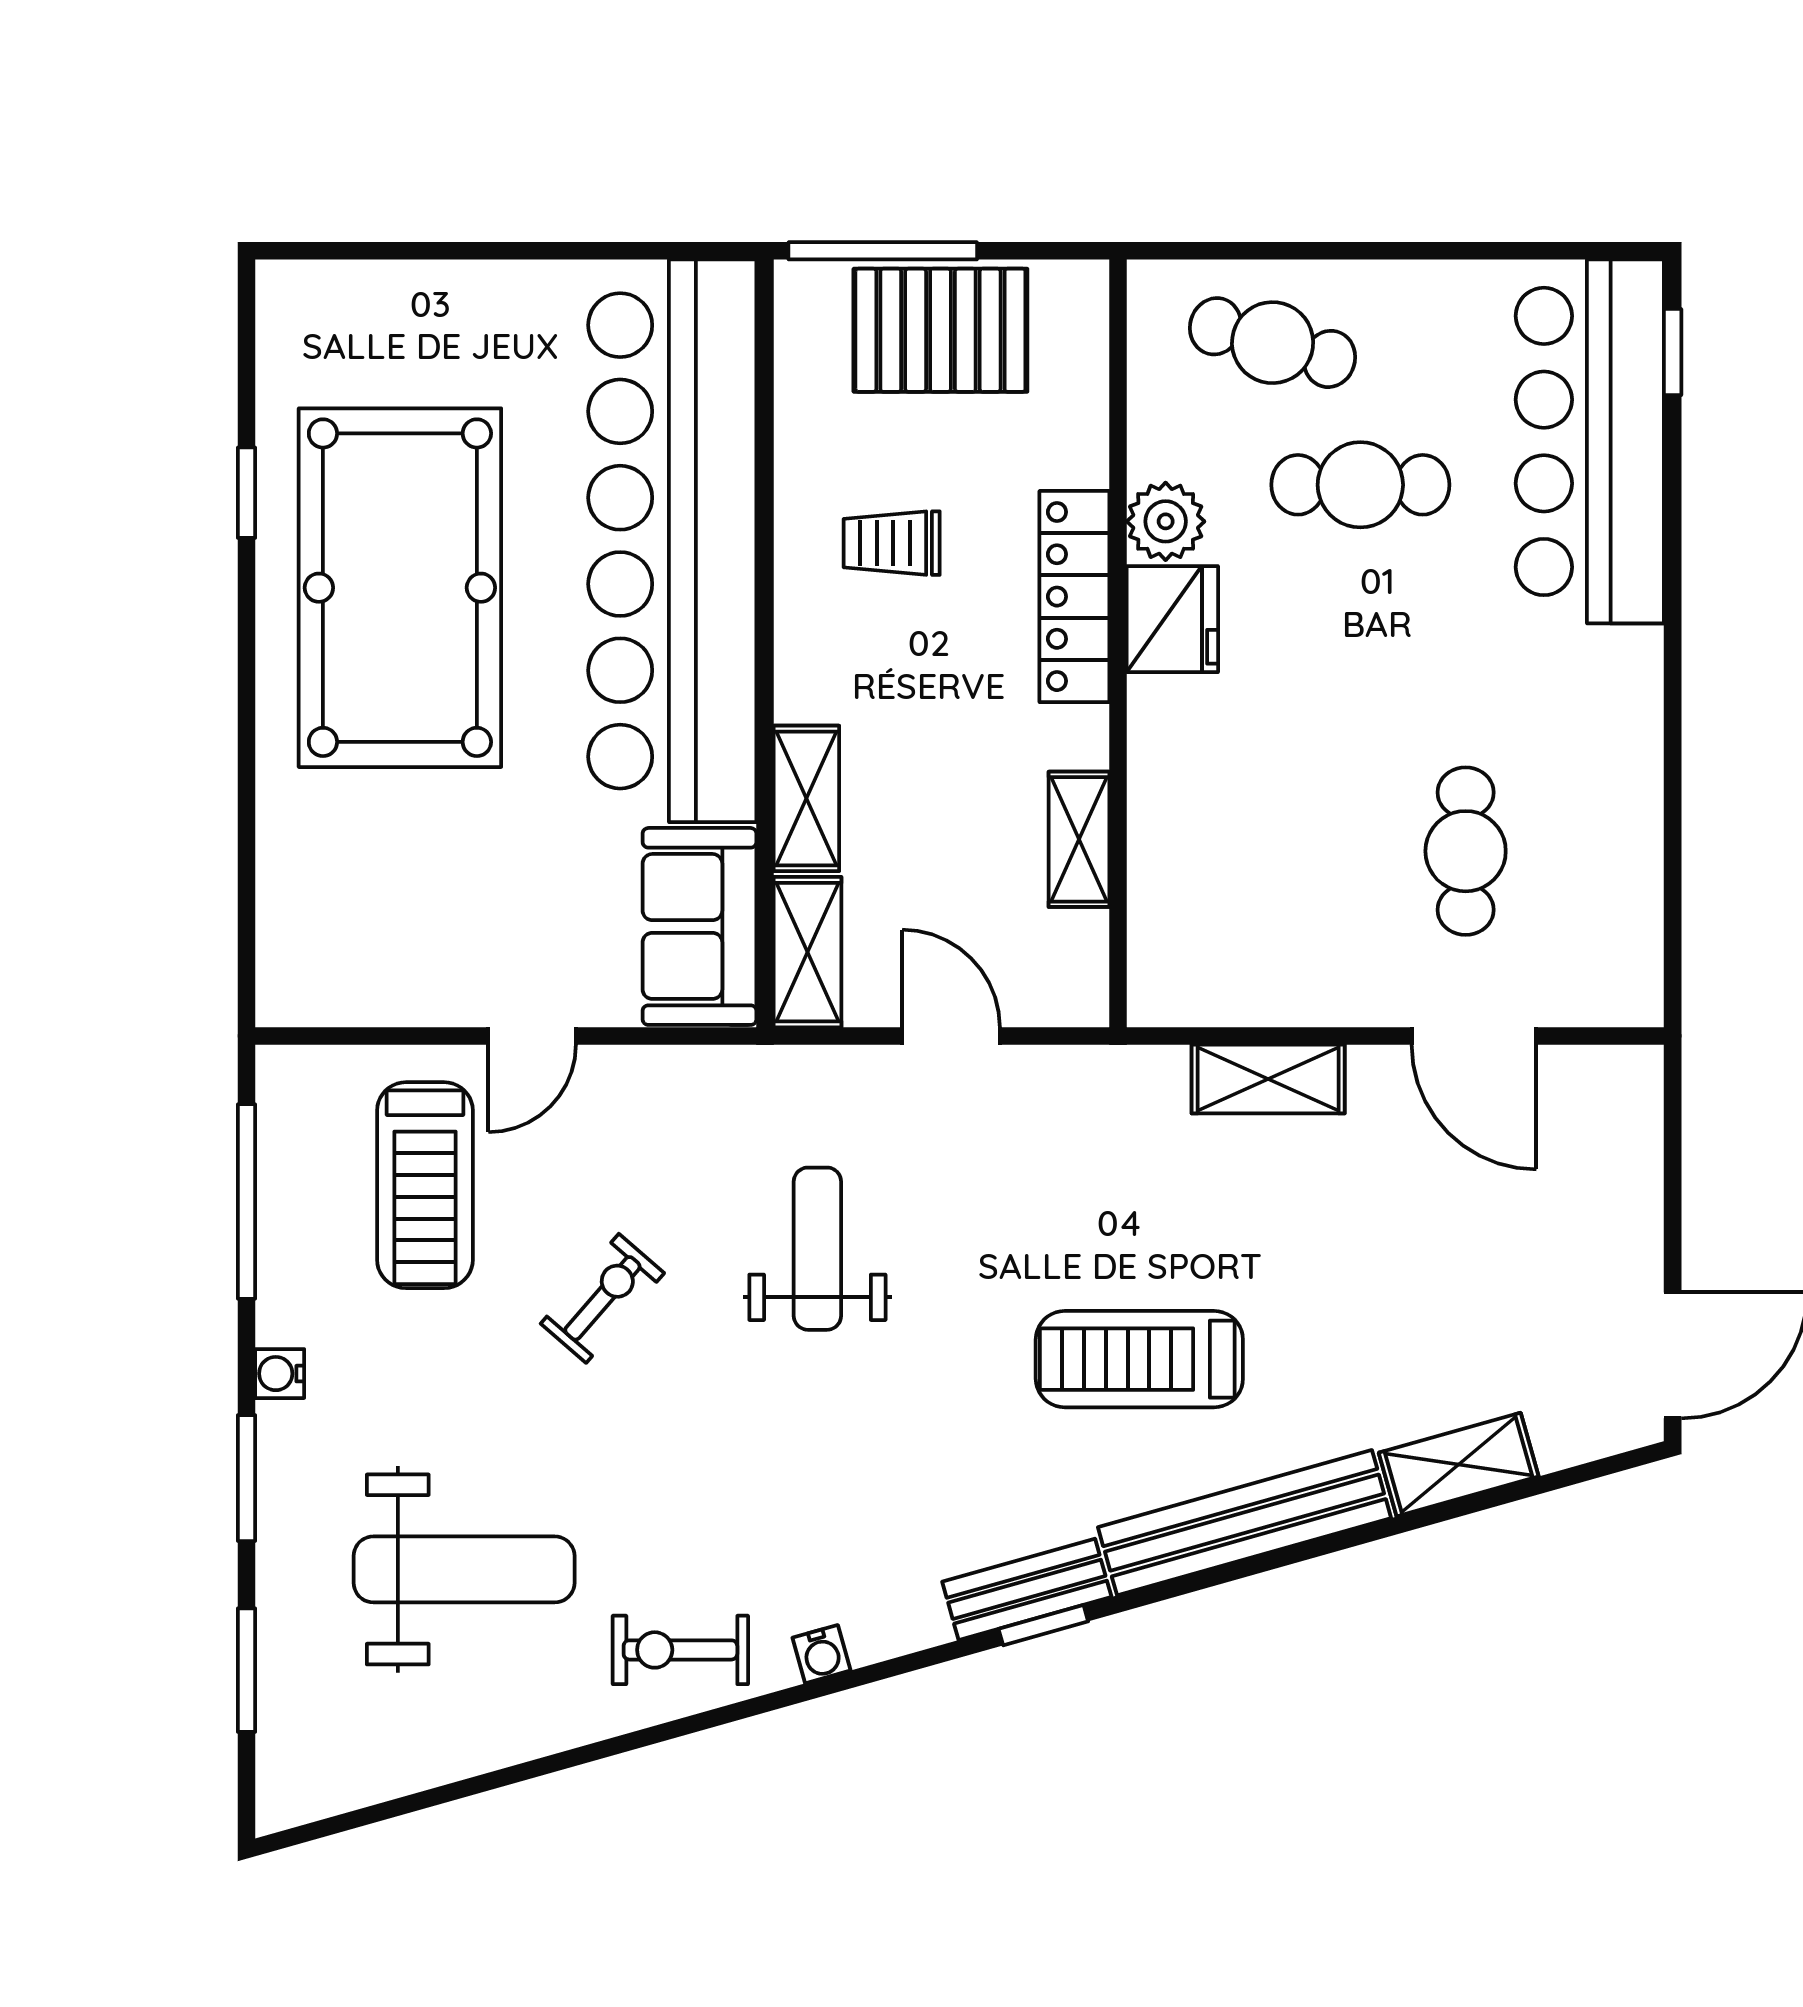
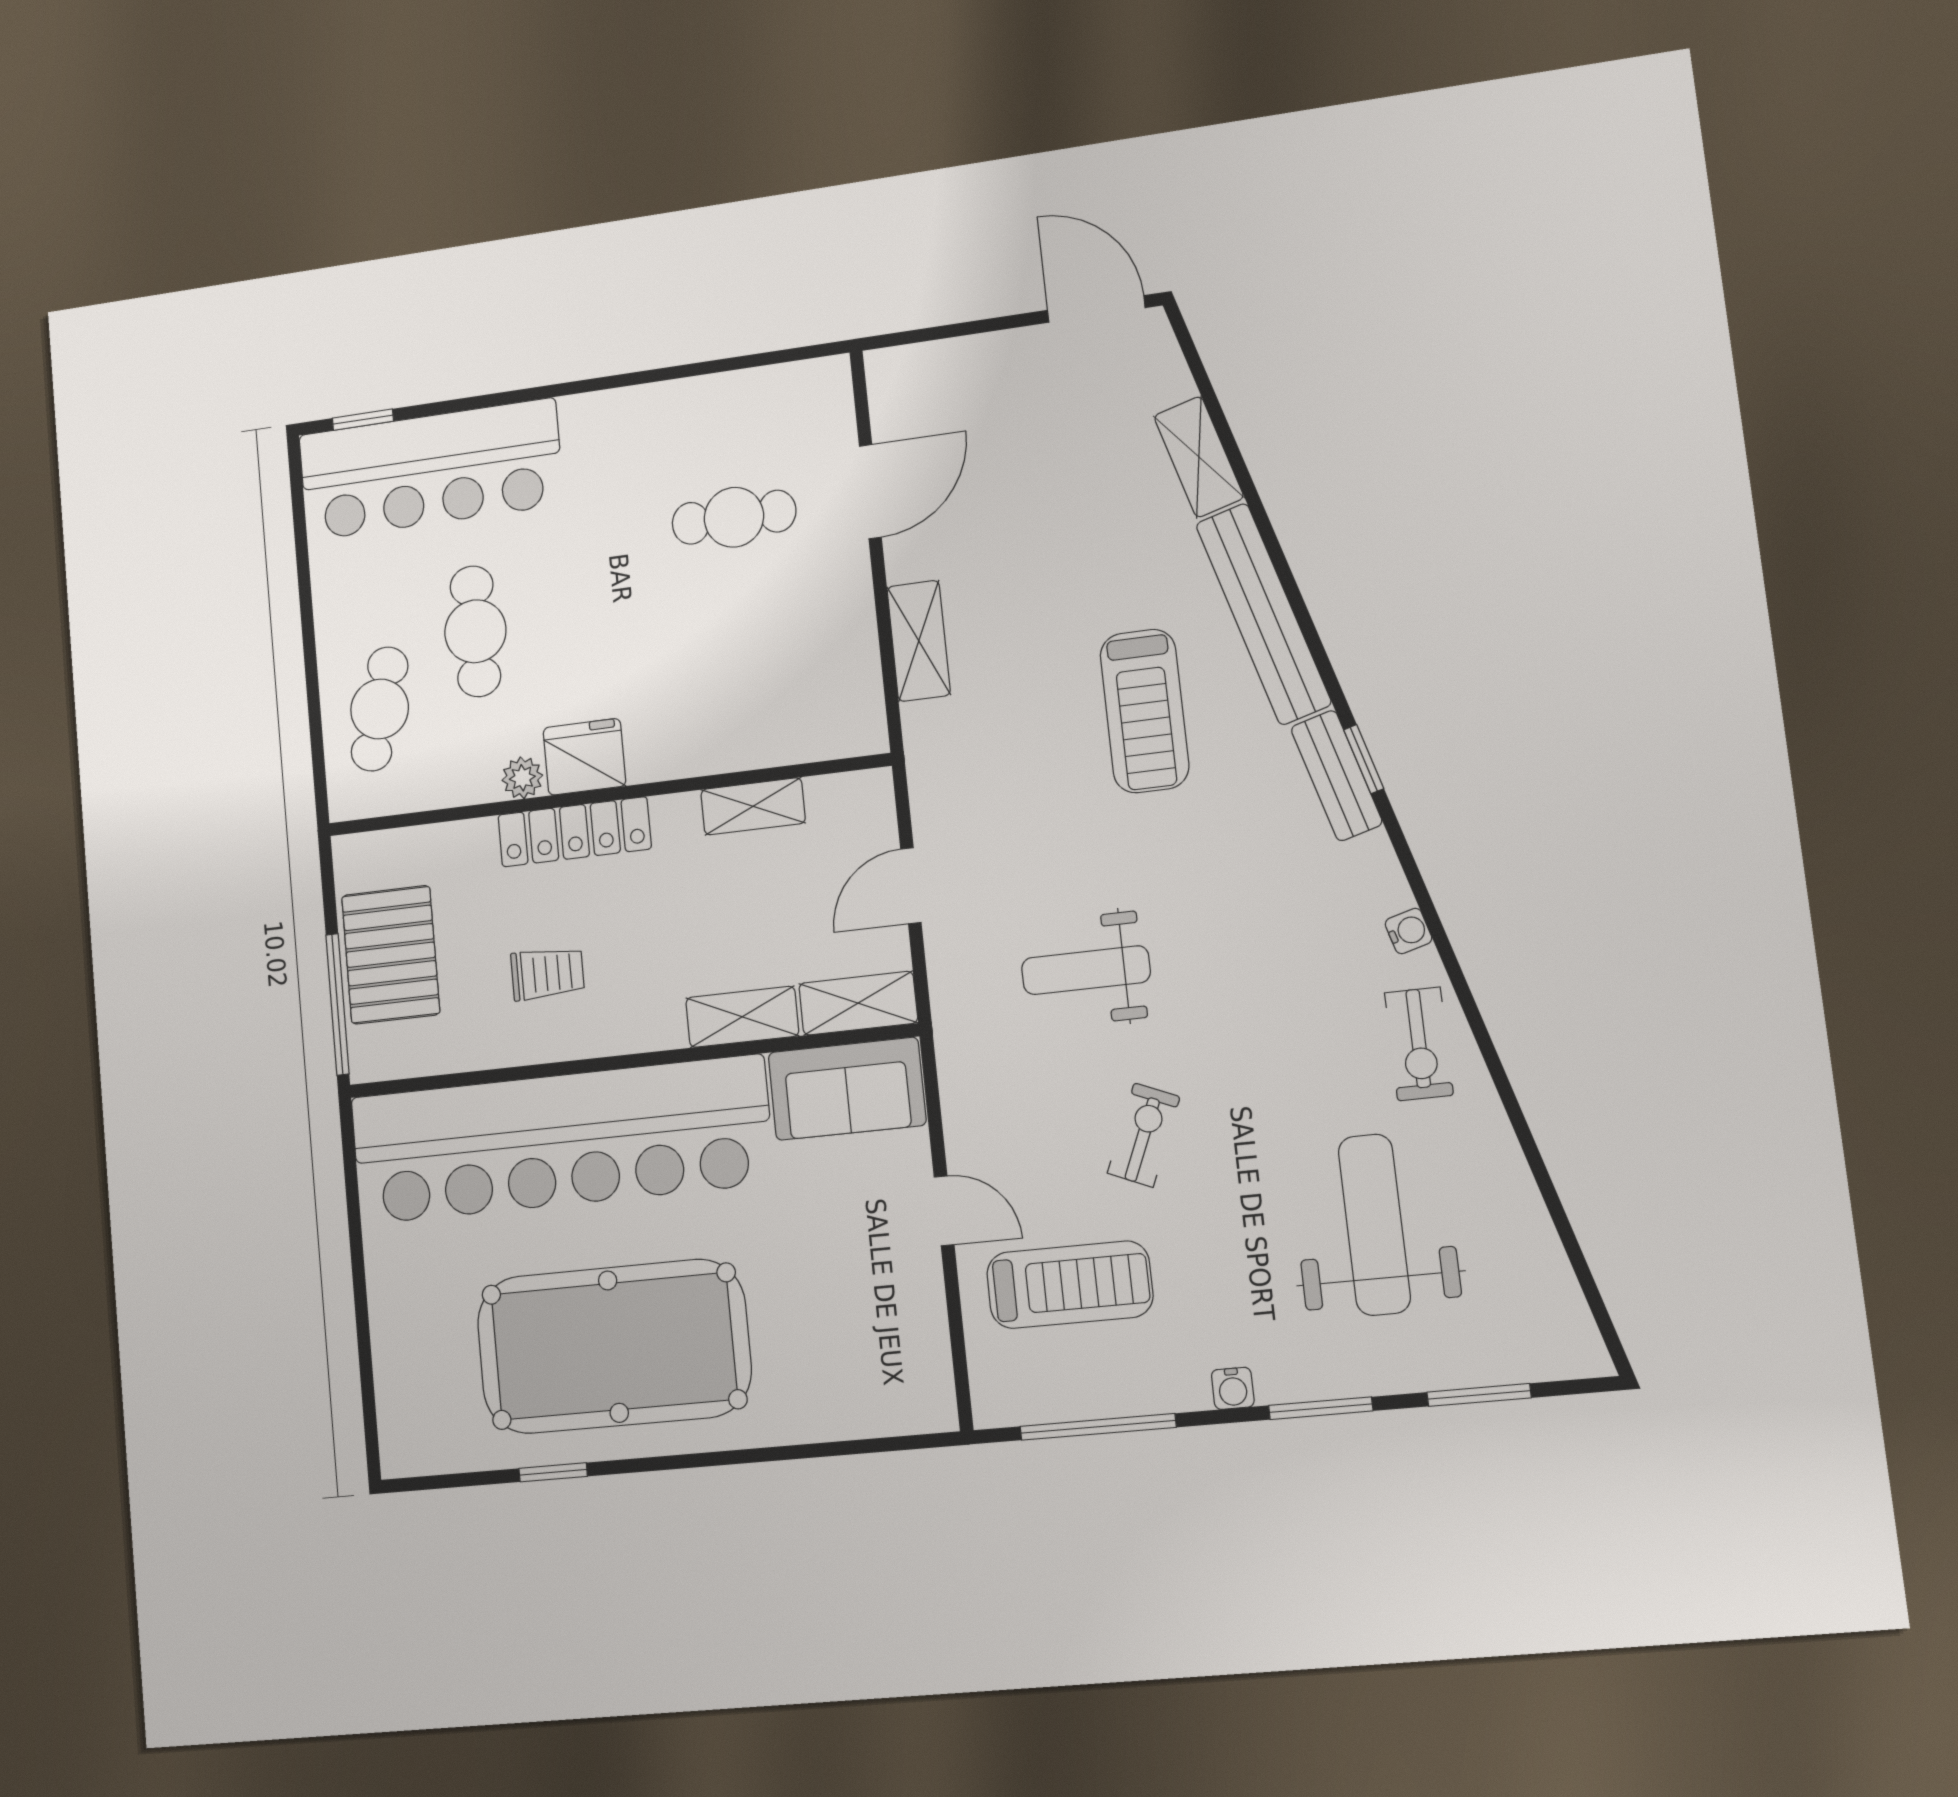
plant: (1166, 521) -> (522, 778), width x0.73, depth x0.73
trolley: (892, 543) -> (547, 973), turned -90
exercise bike: (602, 1298) -> (1144, 1135), turned 72

